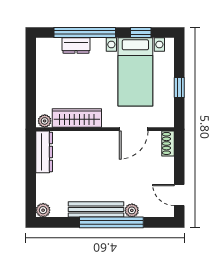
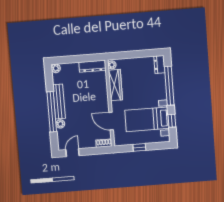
dresser: (76, 46) -> (160, 65), moved

